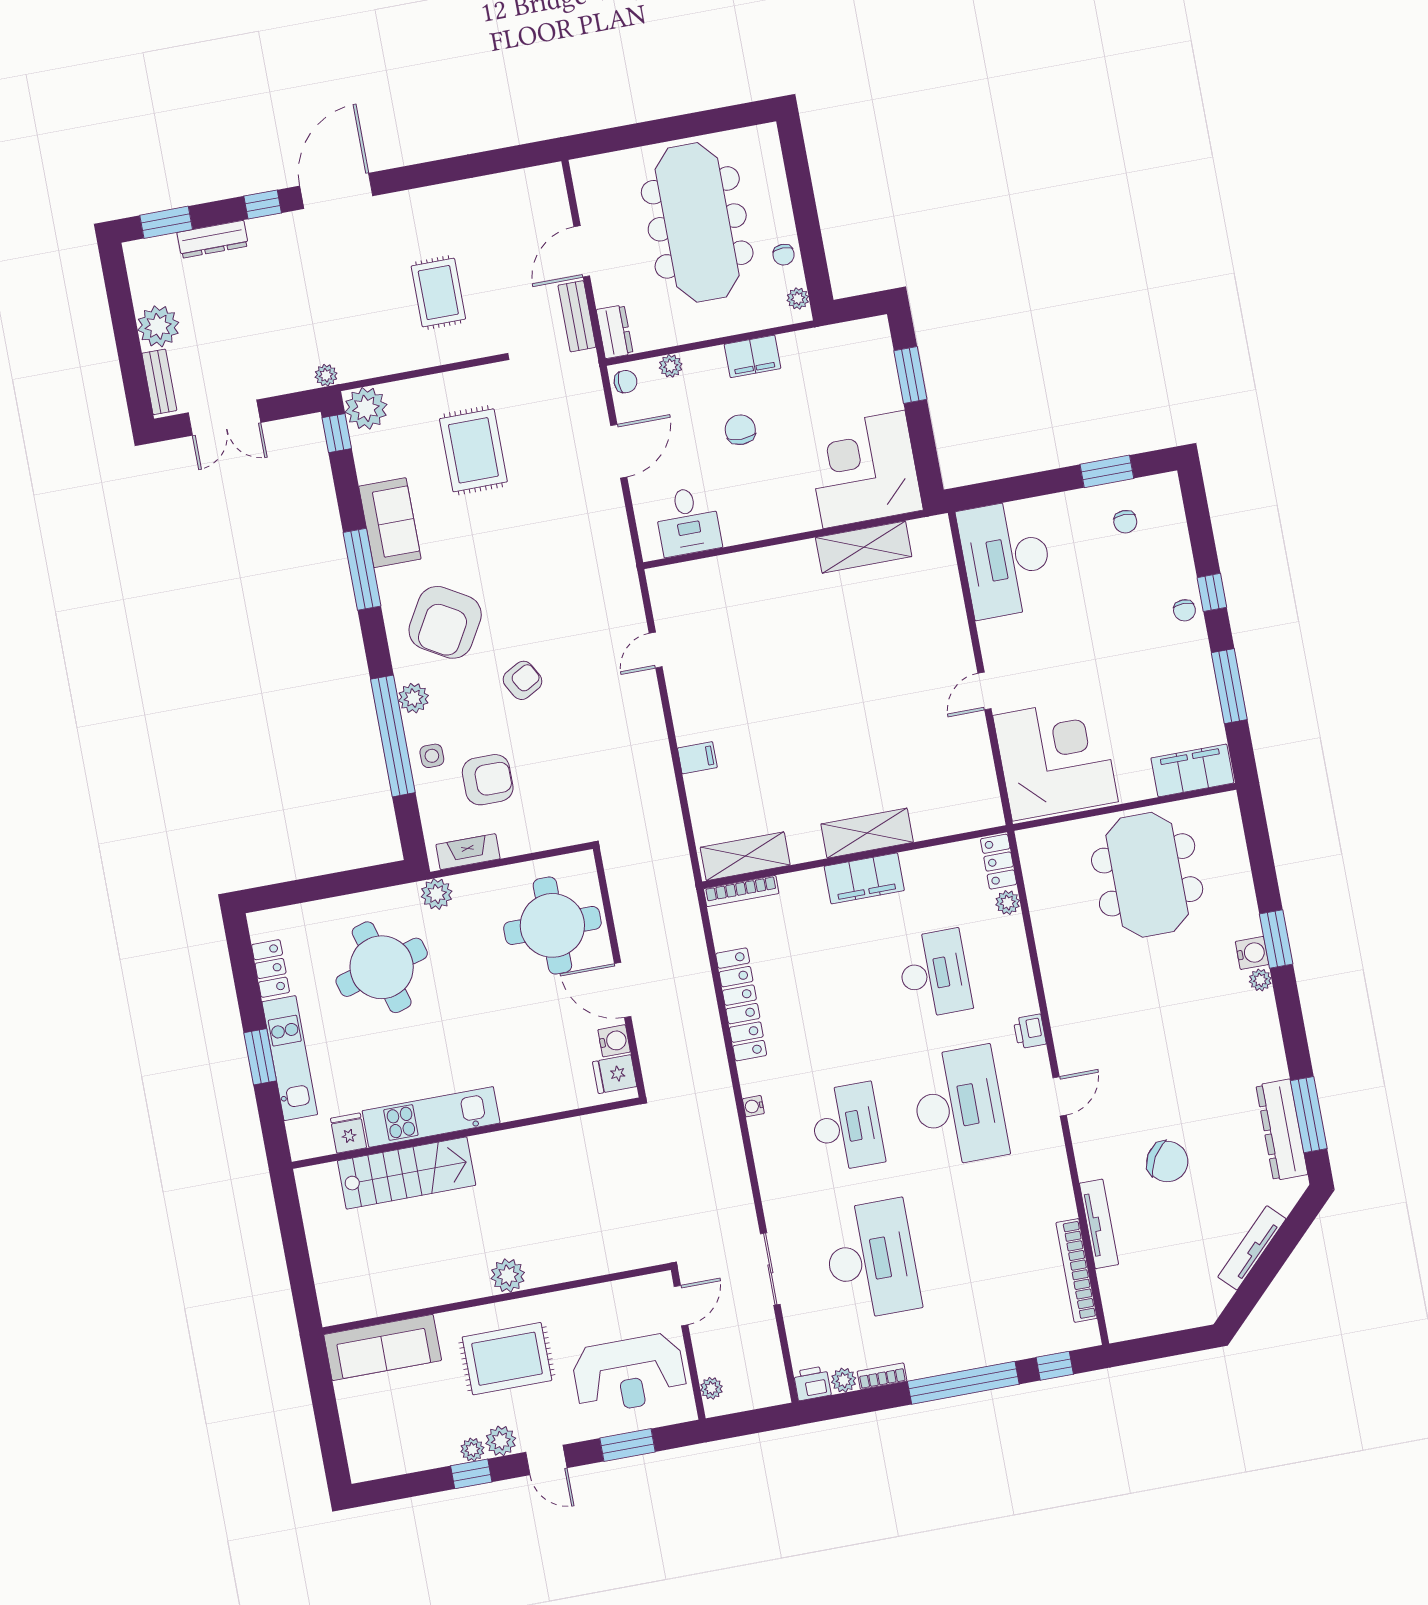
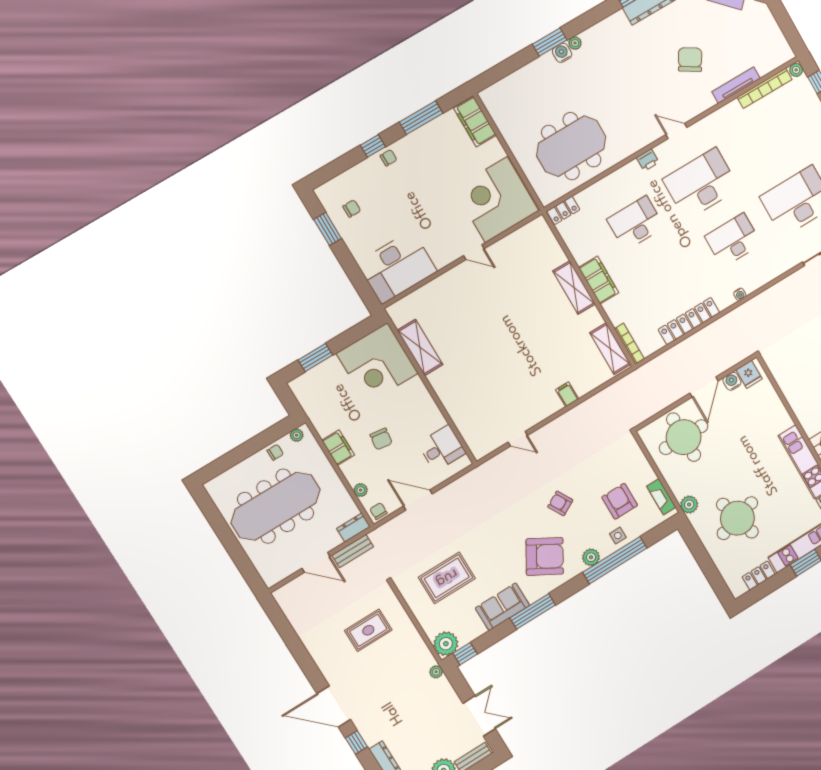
chair: (740, 430) -> (381, 439), turned -82
meeting table: (1147, 875) -> (571, 146), moved
plant: (1008, 903) -> (796, 70), moved

